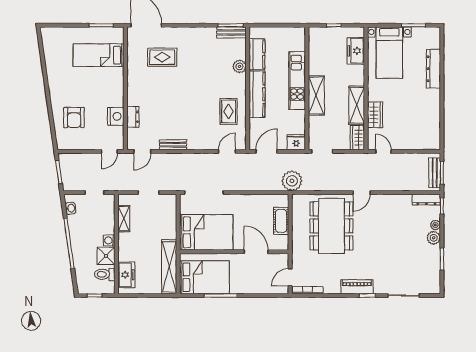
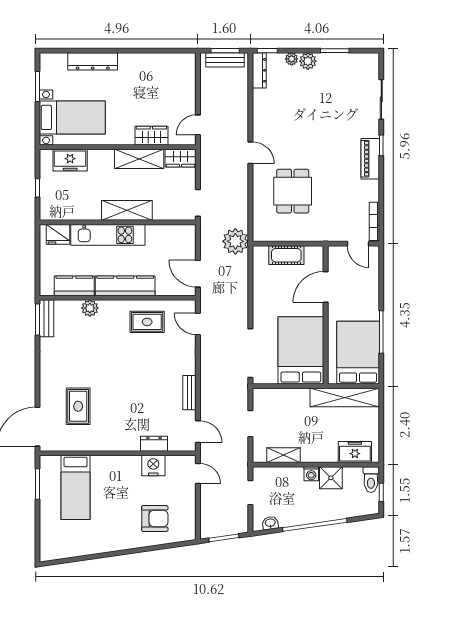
fridge: (296, 142) -> (58, 234), moved, turned -90
dining table: (331, 226) -> (293, 191), width x0.53, depth x0.80
toilet: (105, 274) -> (371, 480), moved

